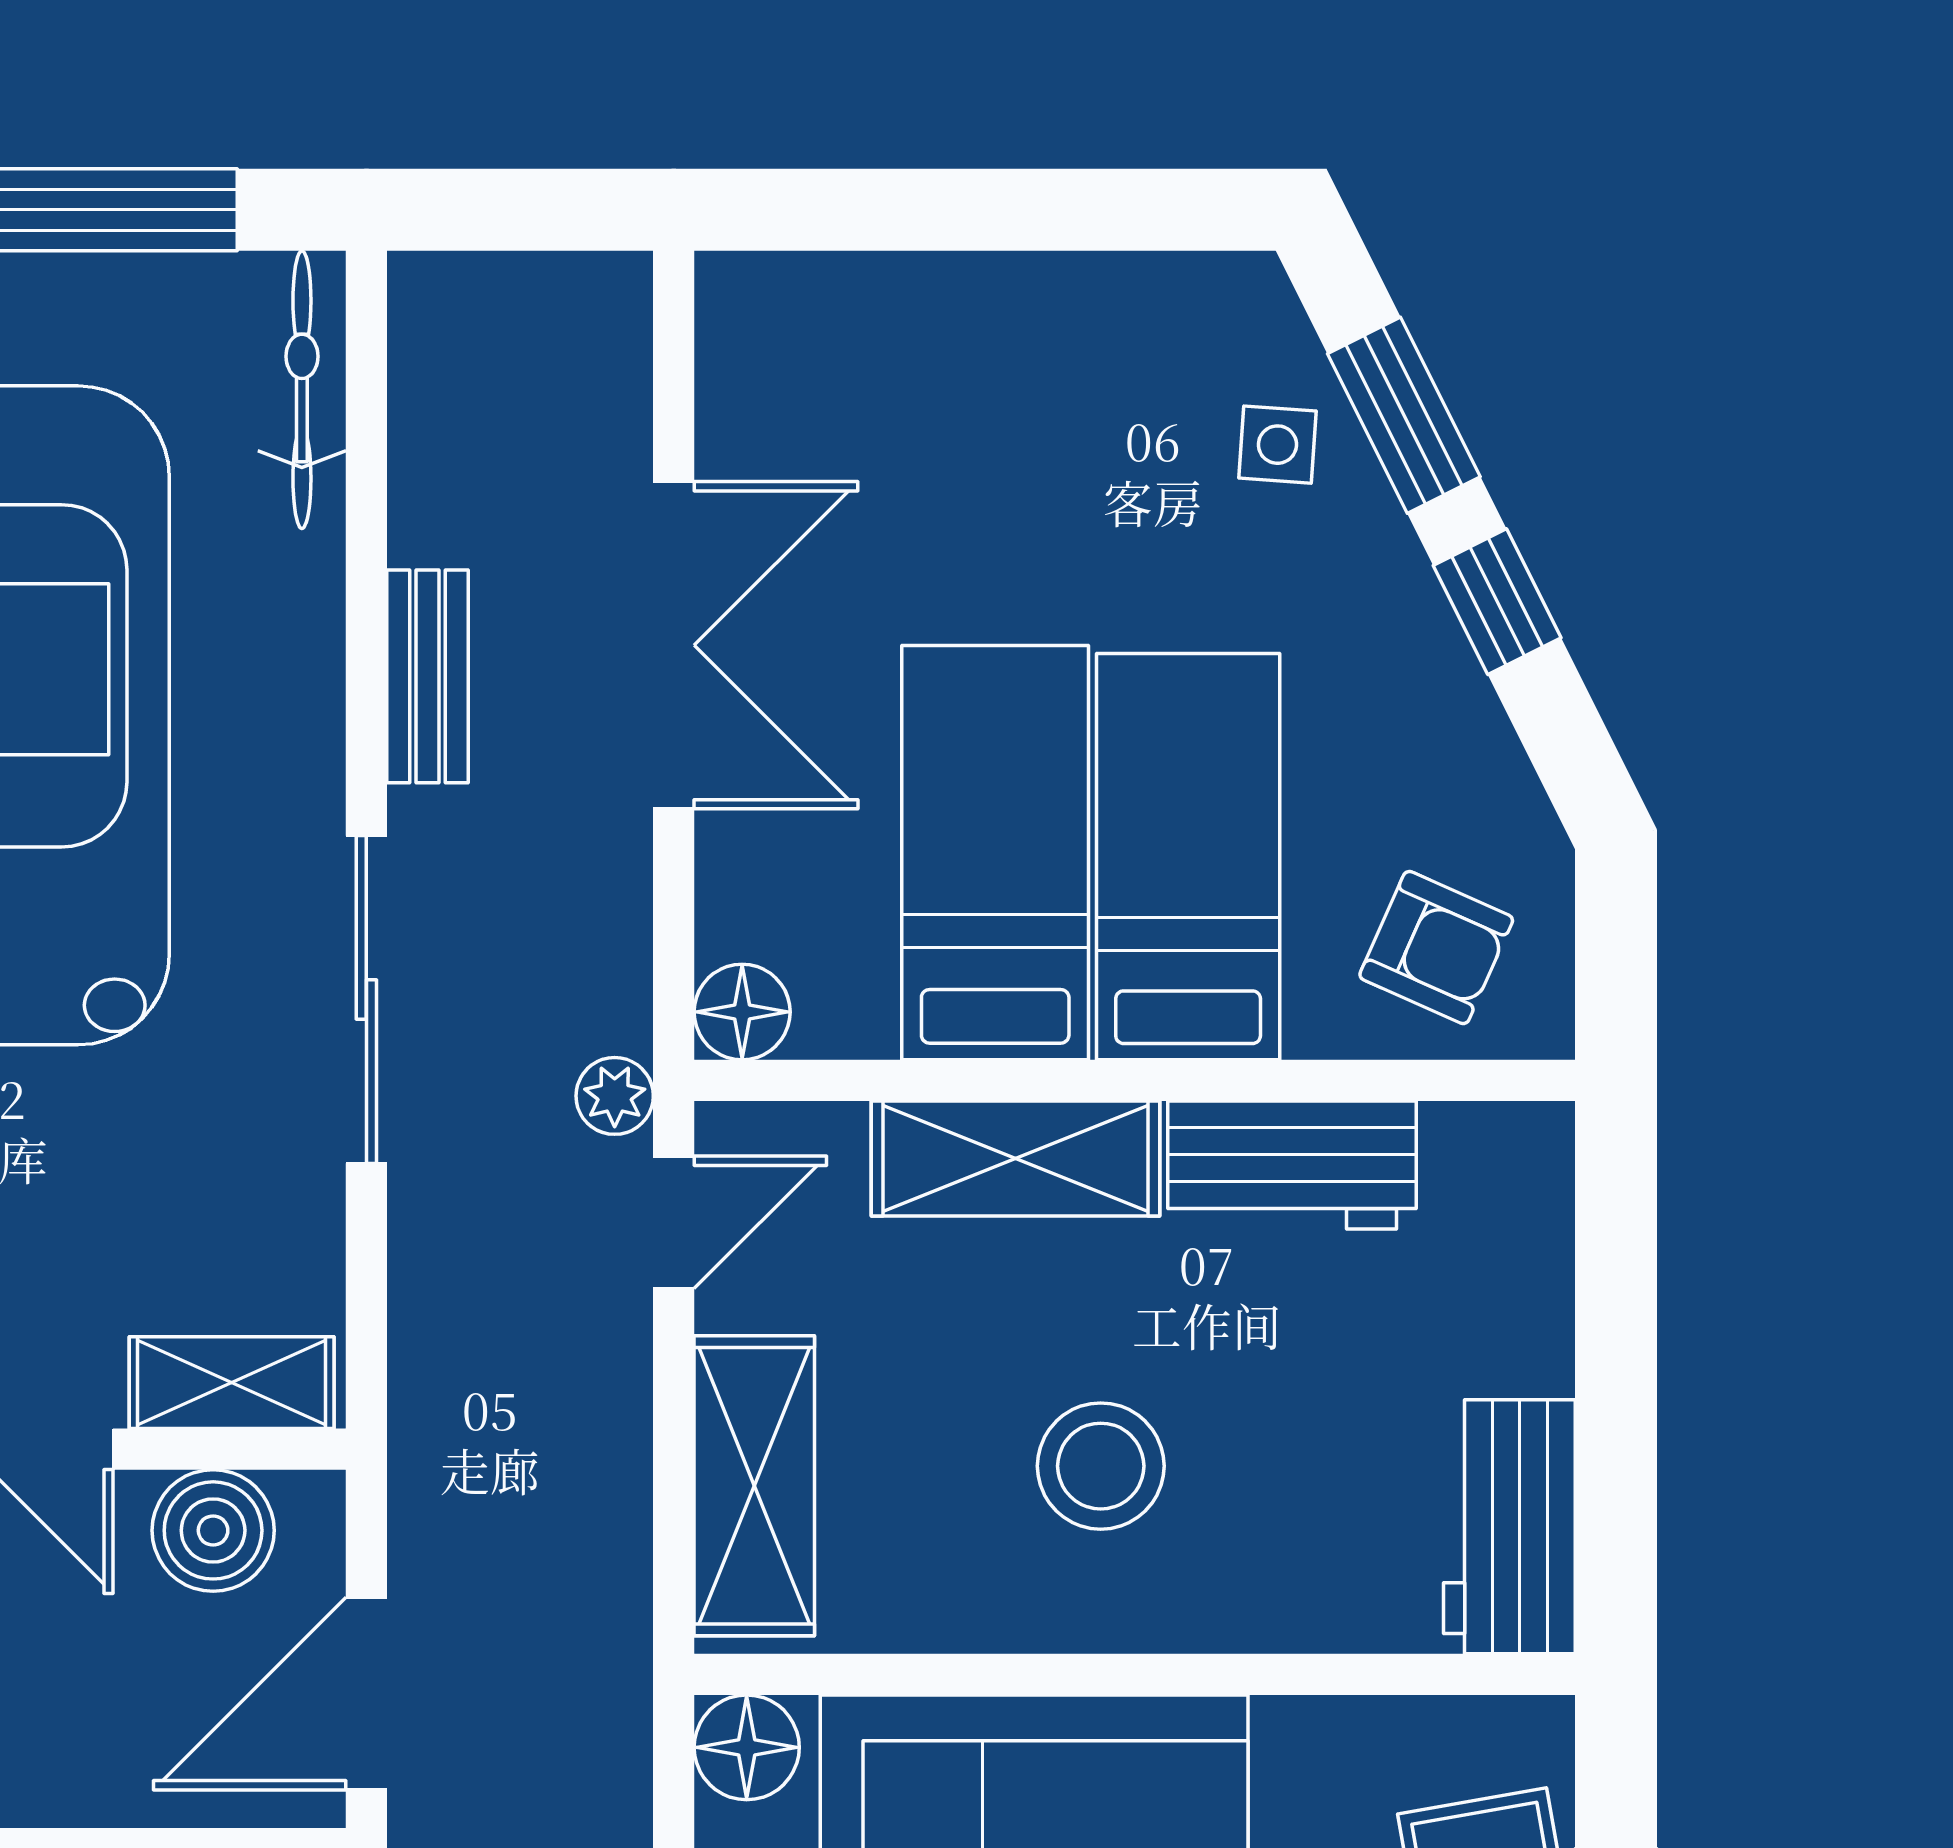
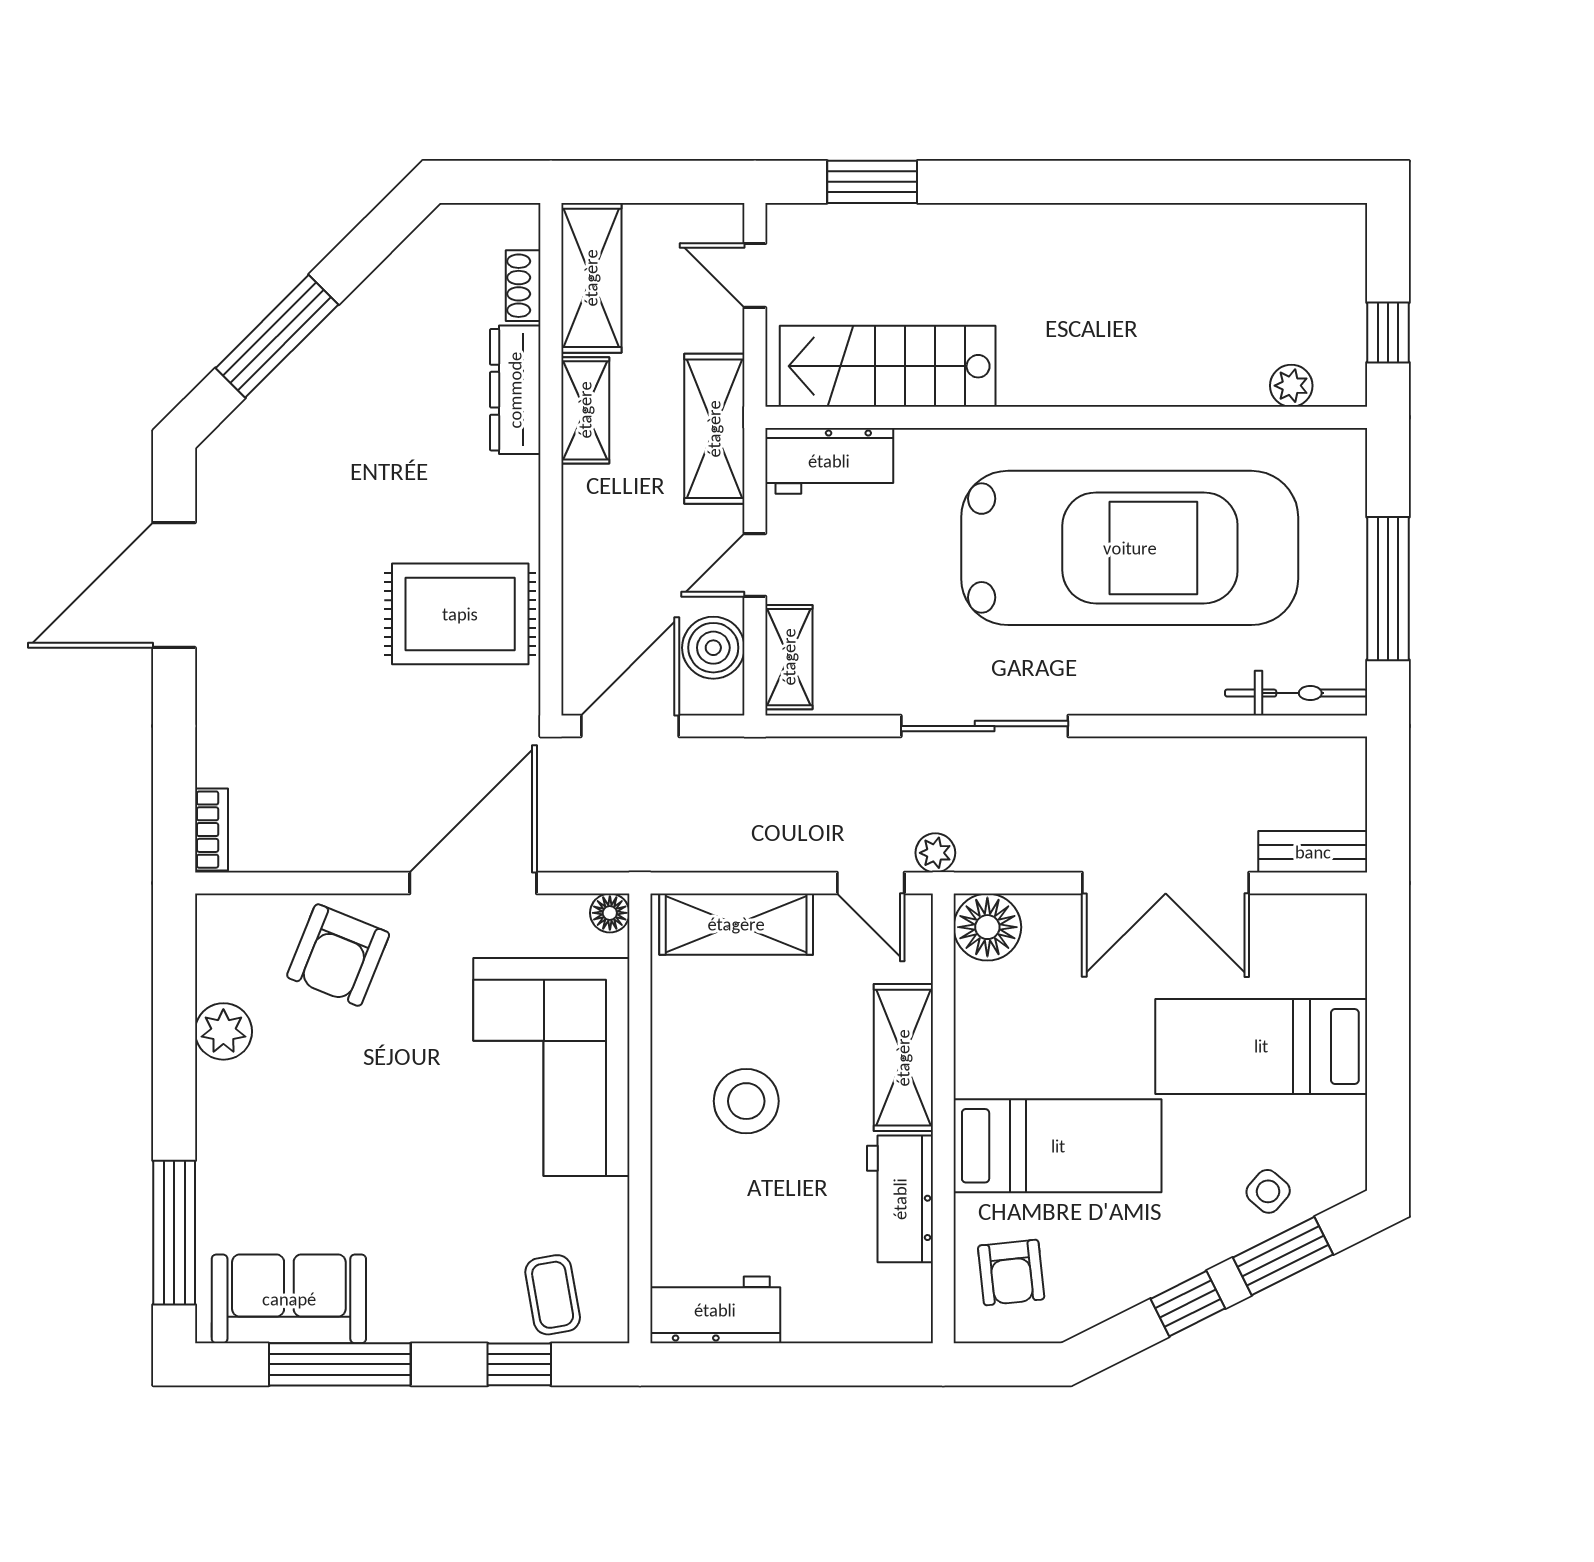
side table: (1277, 445) -> (1268, 1191), turned 37
bench: (428, 676) -> (1313, 852), moved
bed: (995, 853) -> (1261, 1046), moved, turned 180
armchair: (1436, 948) -> (1011, 1272), turned -30
floor lamp: (742, 1012) -> (987, 927), width x1.38, depth x1.38
door: (366, 1694) -> (630, 726), hinge flipped
floor lamp: (747, 1747) -> (610, 913), width x0.73, depth x0.73

